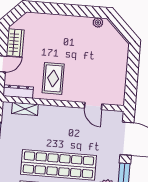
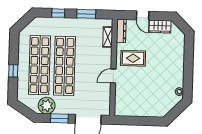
door: (93, 106) -> (113, 76), moved

